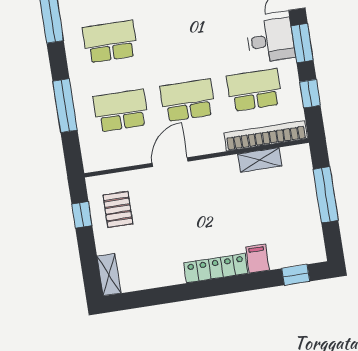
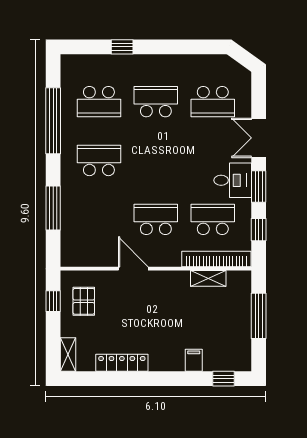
school desk: (121, 111) -> (99, 219), removed
door: (170, 162) -> (133, 269), hinge flipped
locker: (216, 268) -> (122, 363), moved

